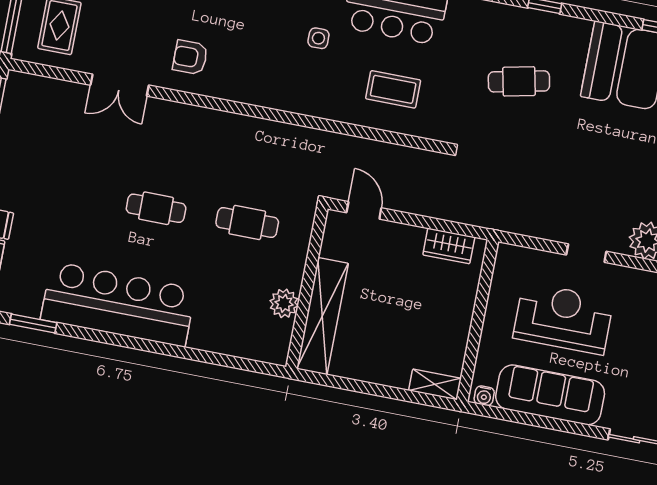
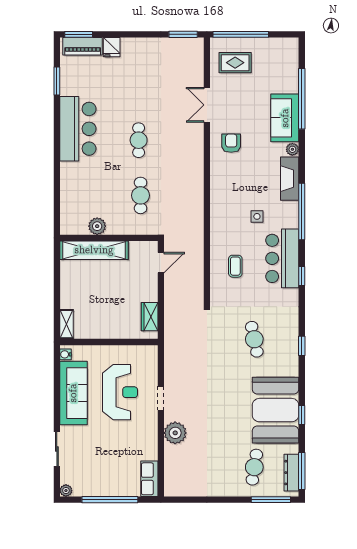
coffee table: (393, 89) -> (235, 266), width x0.73, depth x0.77
bar counter: (118, 304) -> (78, 129), width x0.73

